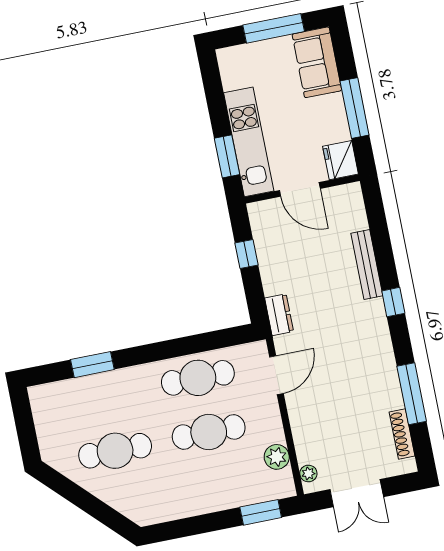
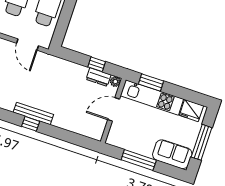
fridge: (341, 160) -> (191, 111), moved, turned 180
plant: (256, 211) -> (115, 82), added
bench: (367, 264) -> (33, 113), moved
dresser: (279, 315) -> (99, 77), moved

